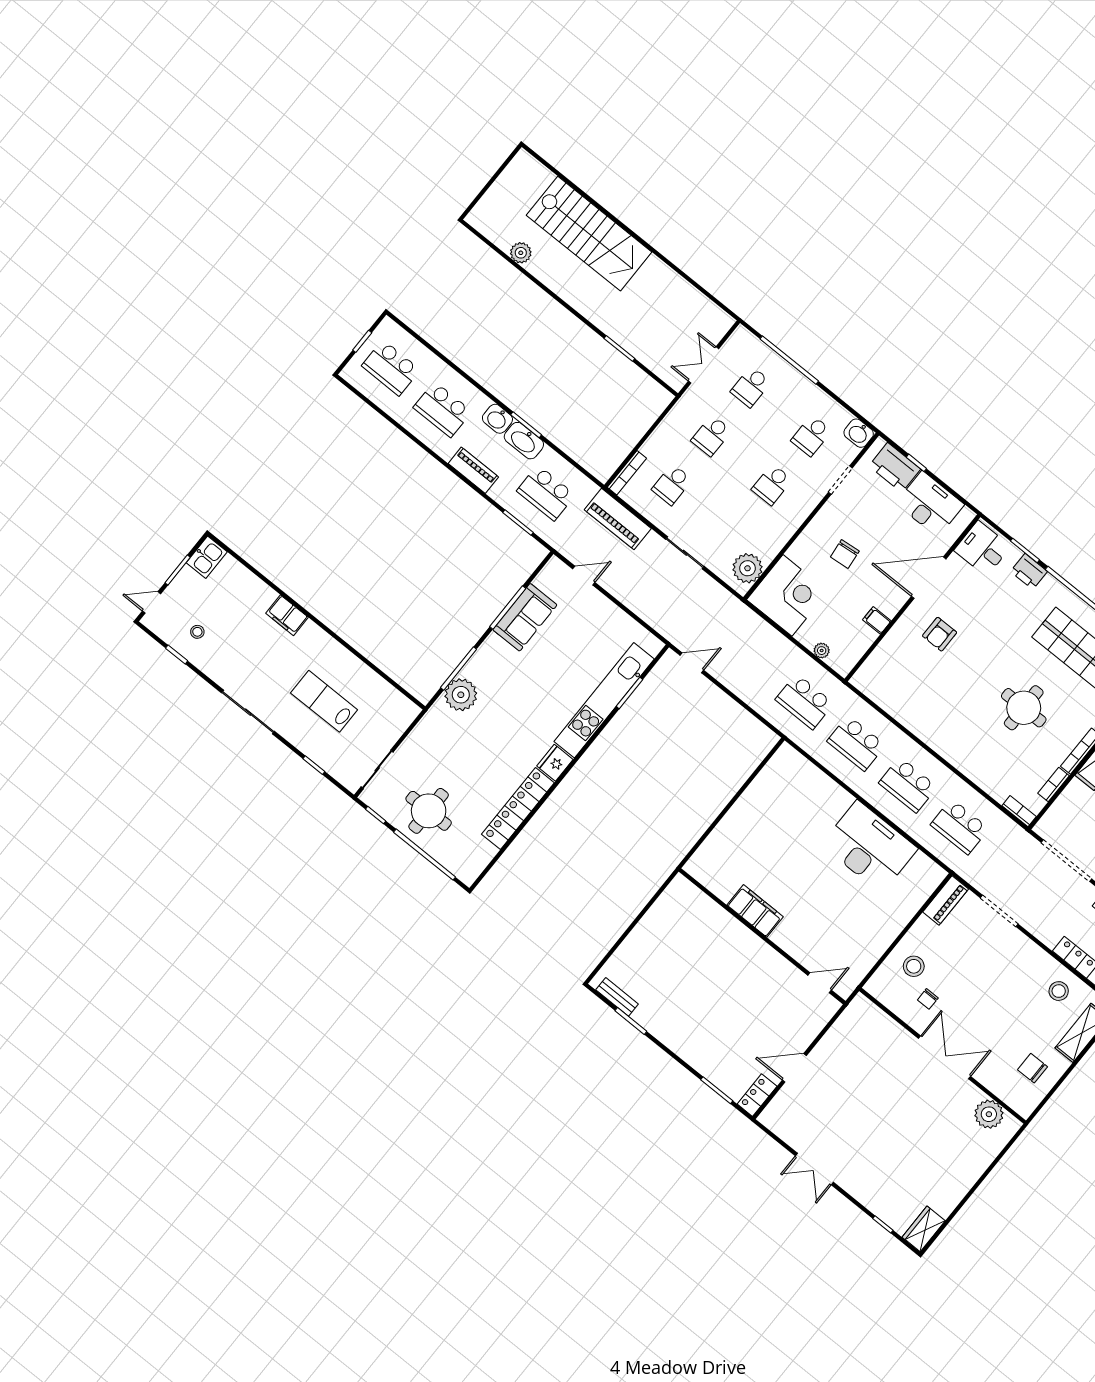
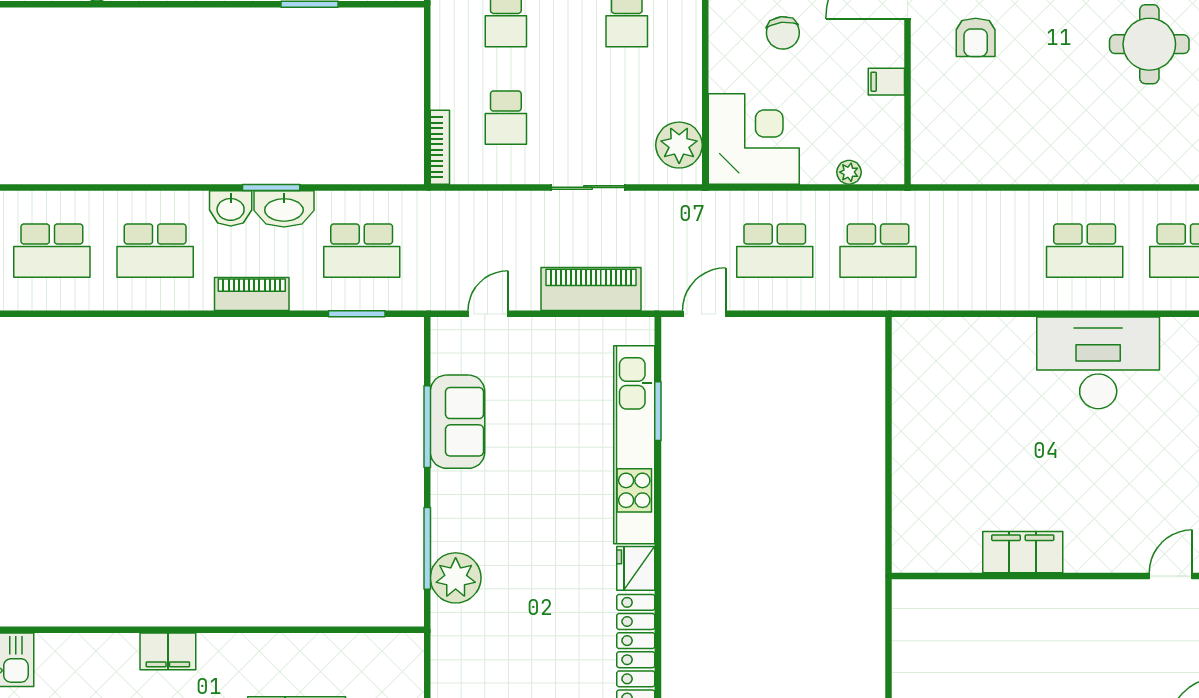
piano: (618, 519) -> (591, 289), moved, turned 180
school desk: (856, 743) -> (775, 251), moved

